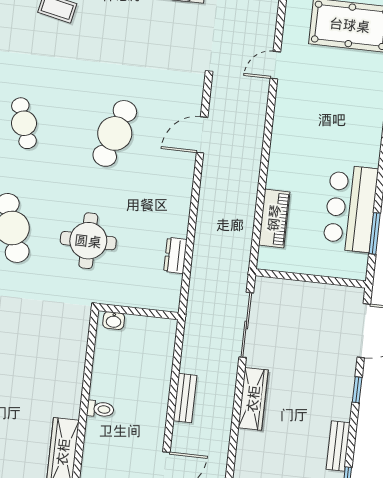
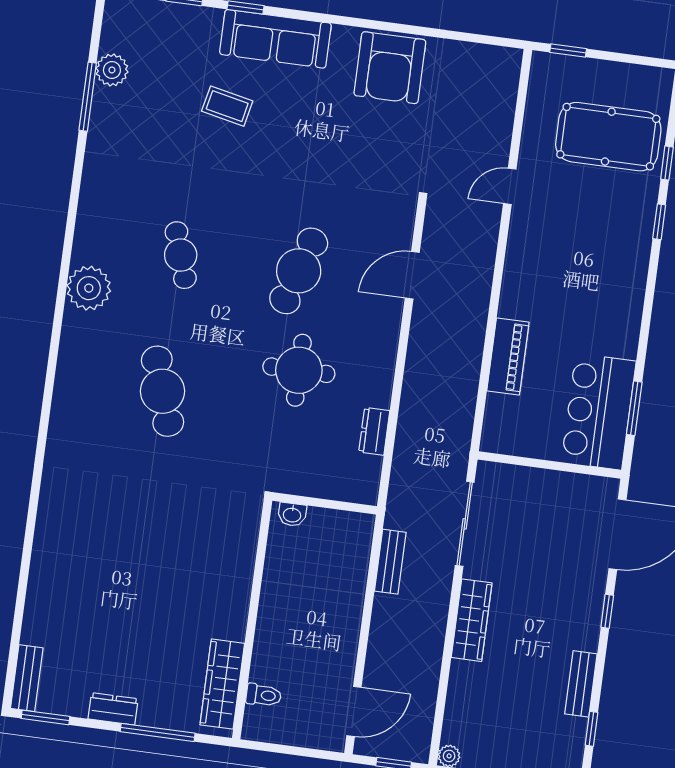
bar counter: (351, 208) -> (599, 412), moved
piano: (274, 218) -> (508, 357), moved
round table: (88, 241) -> (299, 370), moved
bench: (185, 398) -> (390, 562), moved
toilet: (100, 409) -> (264, 695), moved

